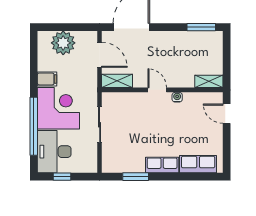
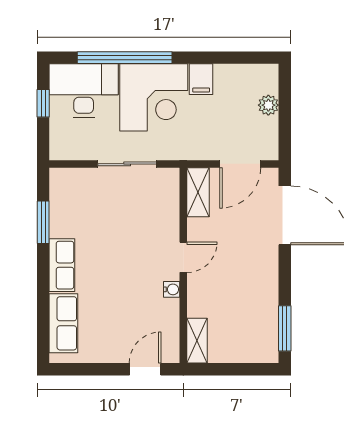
plant: (63, 43) -> (268, 105), width x0.53, depth x0.53

